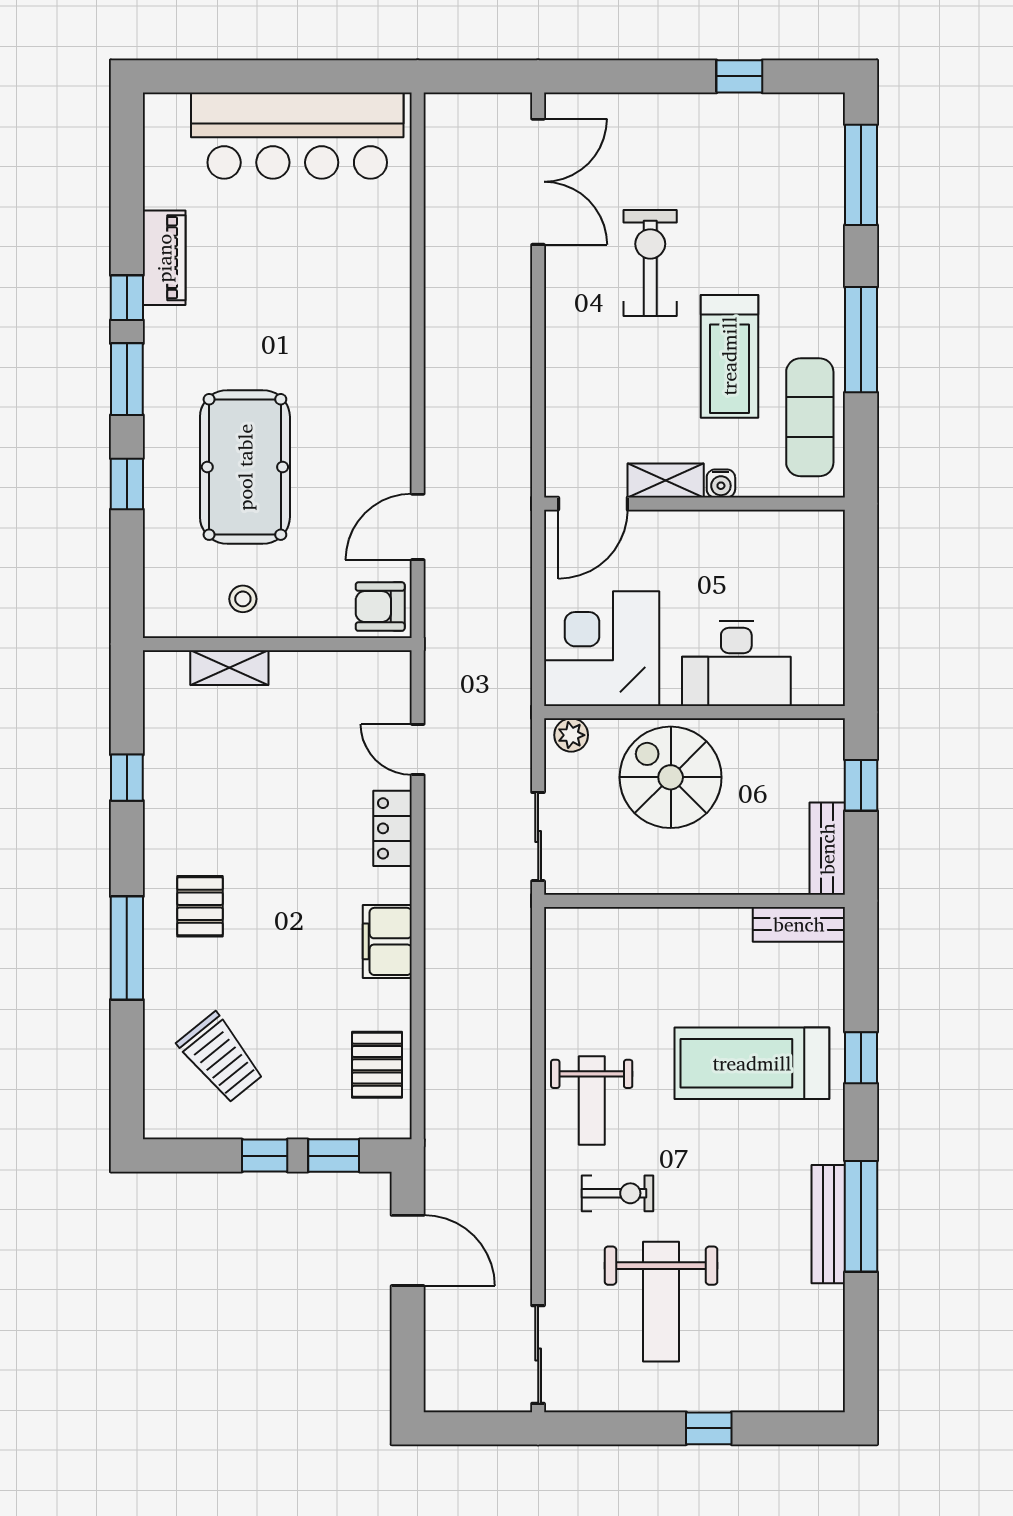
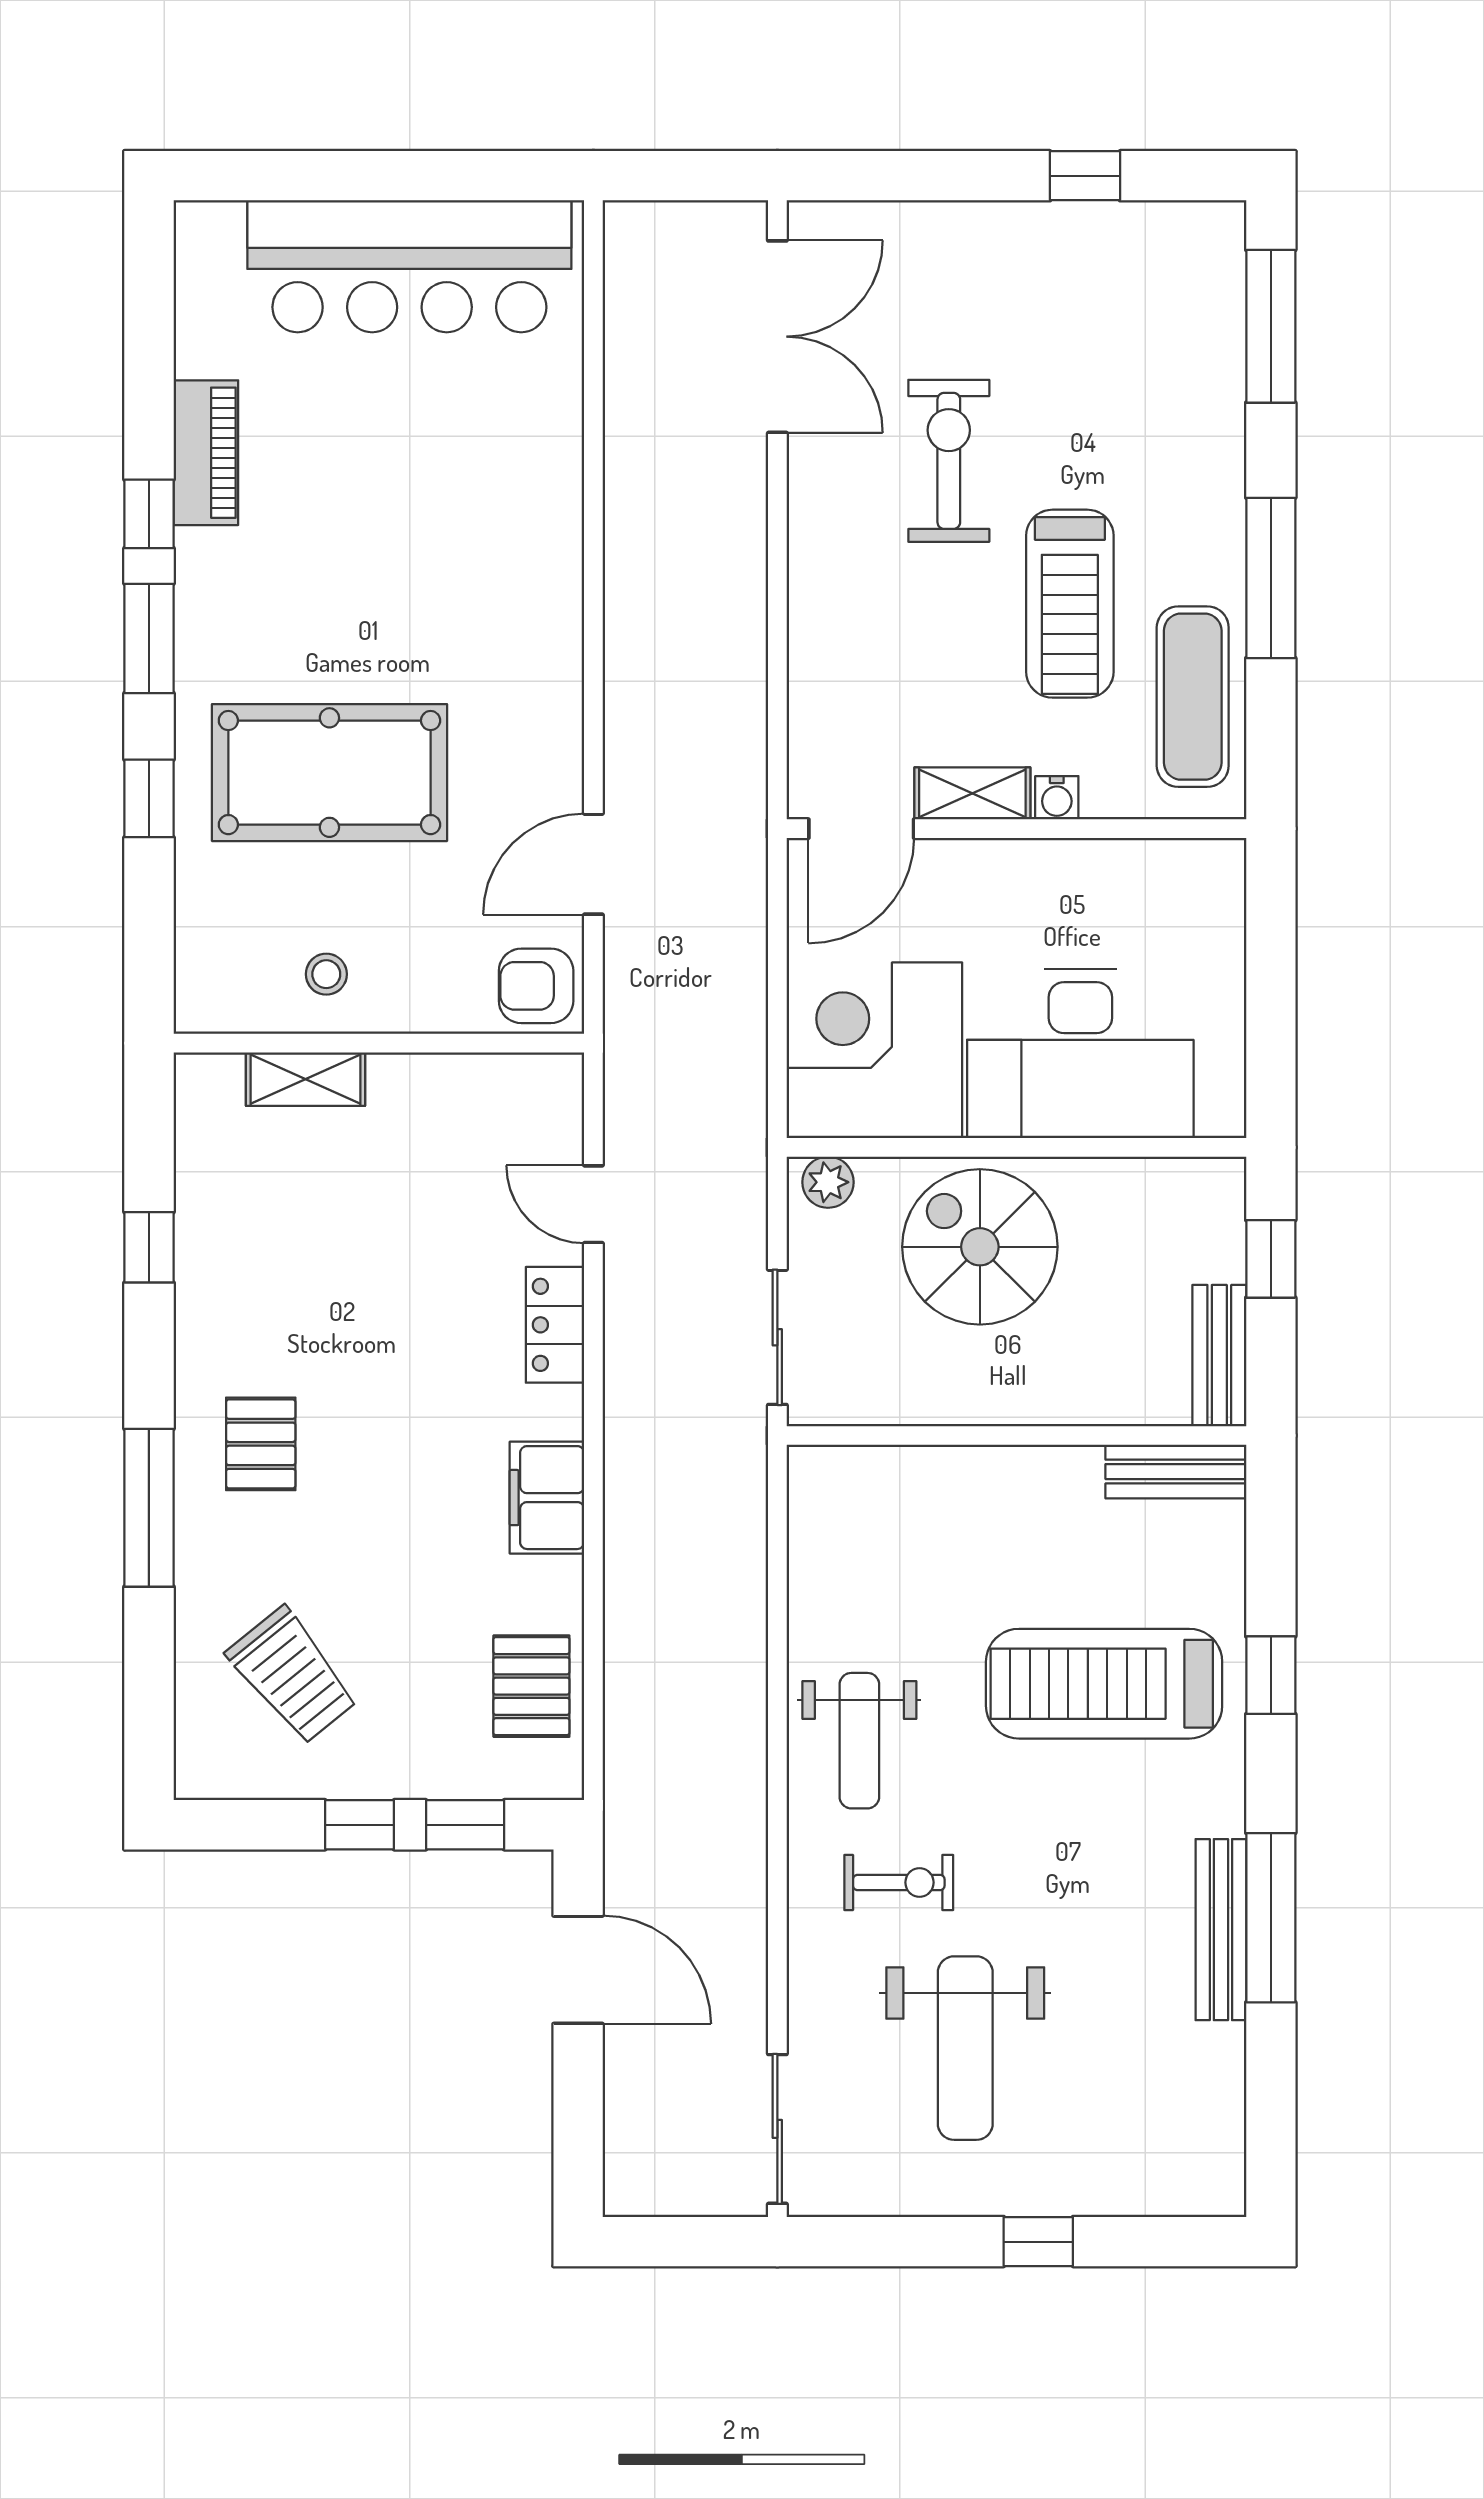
pool table: (245, 467) -> (329, 773), turned 90
desk: (736, 664) -> (1080, 1053), width x1.36, depth x1.30

